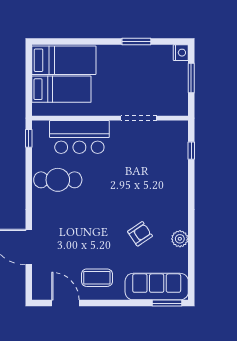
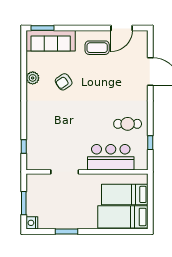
window: (29, 138) -> (150, 143), moved
cafe table: (58, 180) -> (128, 124), width x0.73, depth x0.74
door: (65, 303) -> (122, 28), hinge flipped

